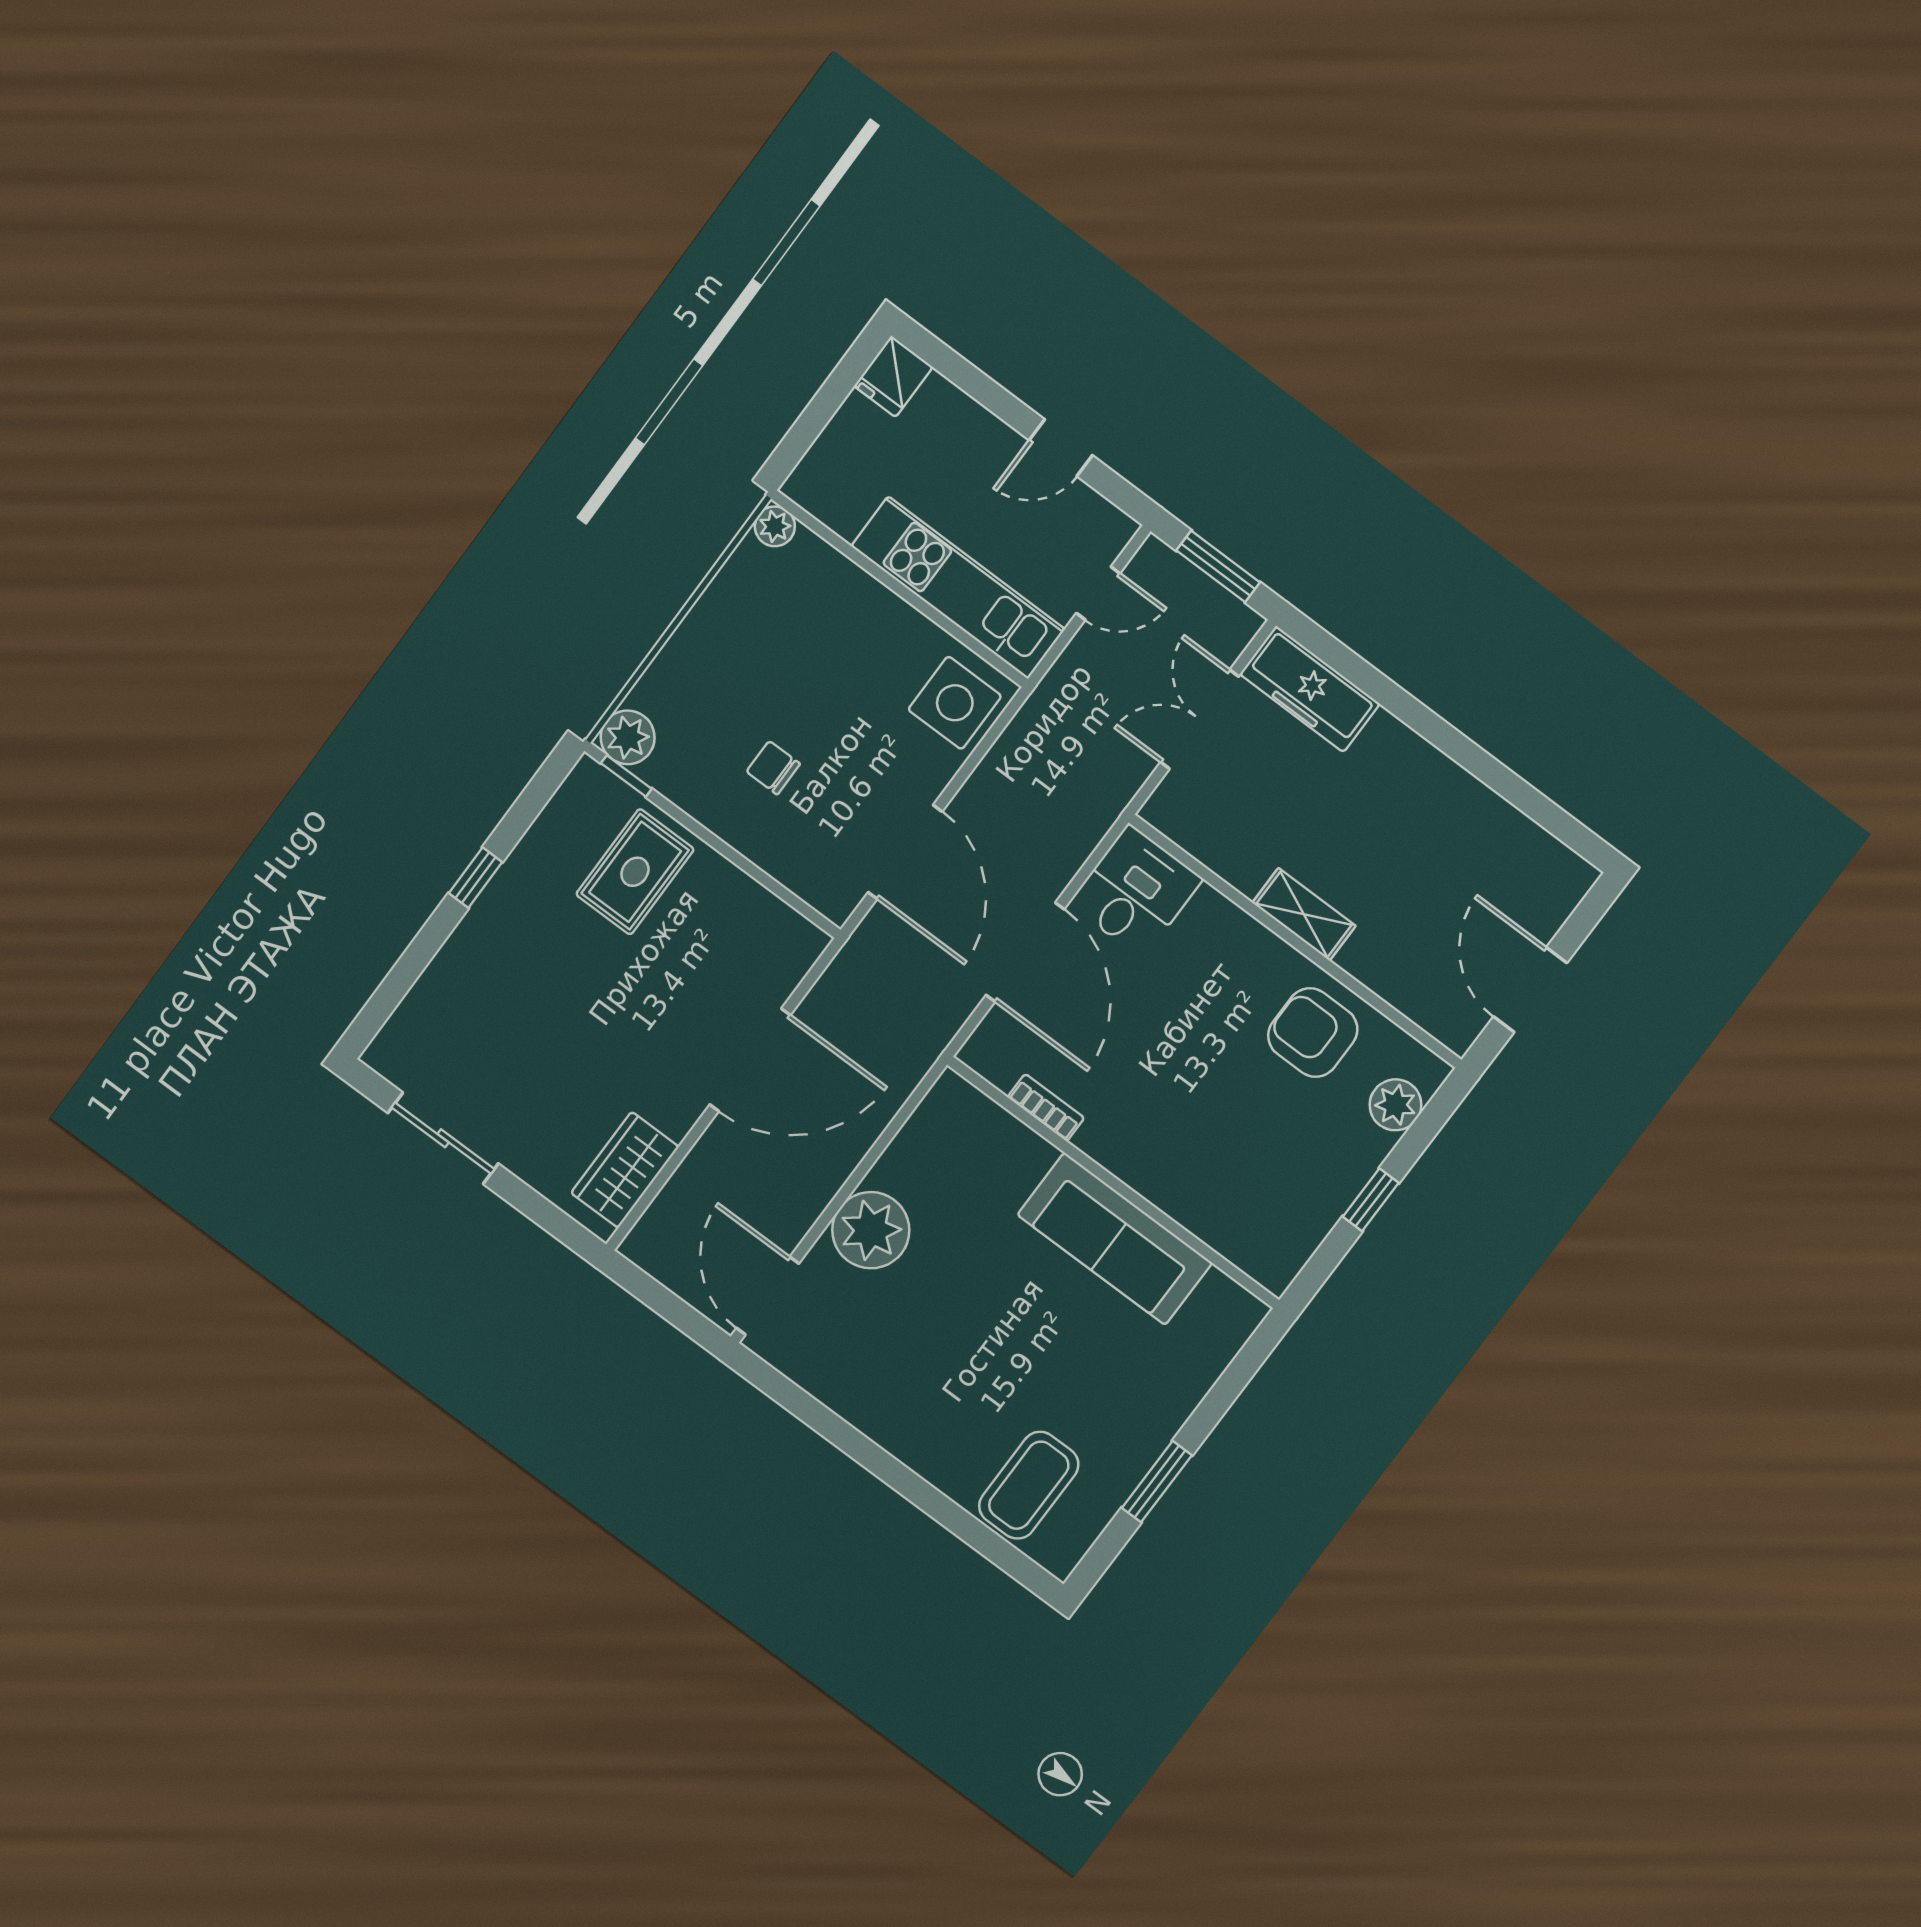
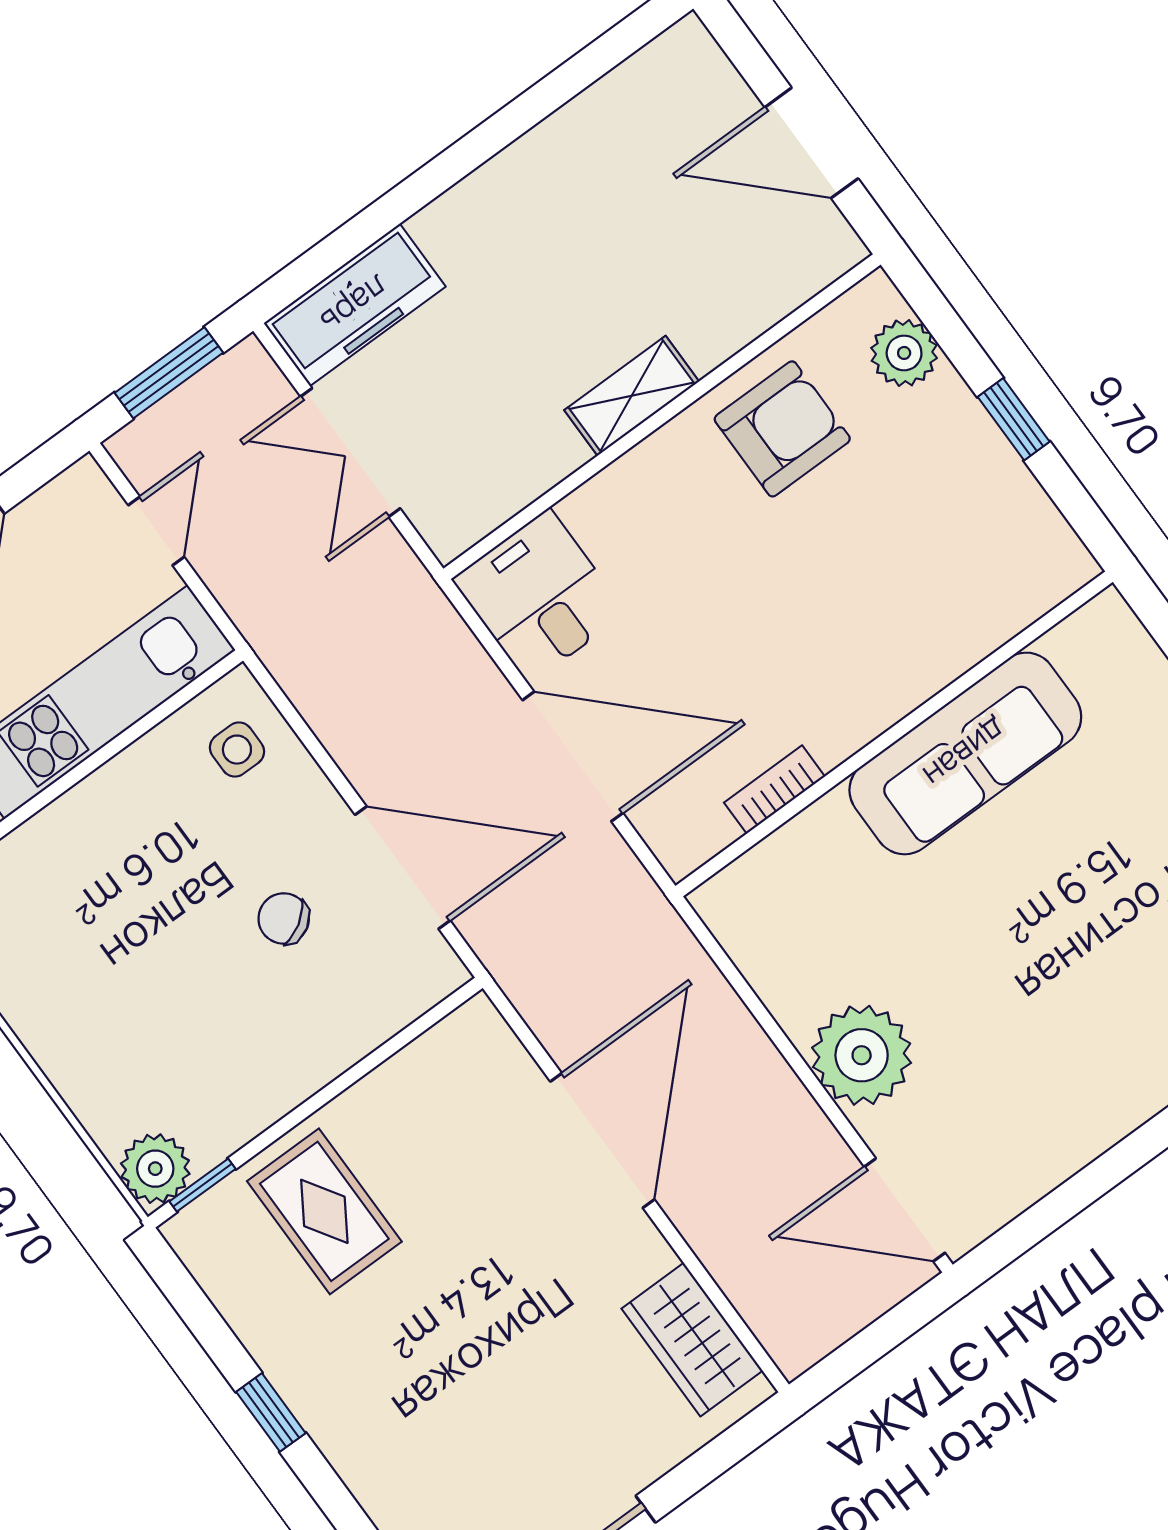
side table: (955, 703) -> (237, 750), width x0.54, depth x0.54
chair: (773, 768) -> (284, 919), moved, turned 58
armchair: (1313, 1033) -> (782, 429), turned 180

